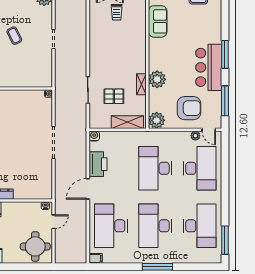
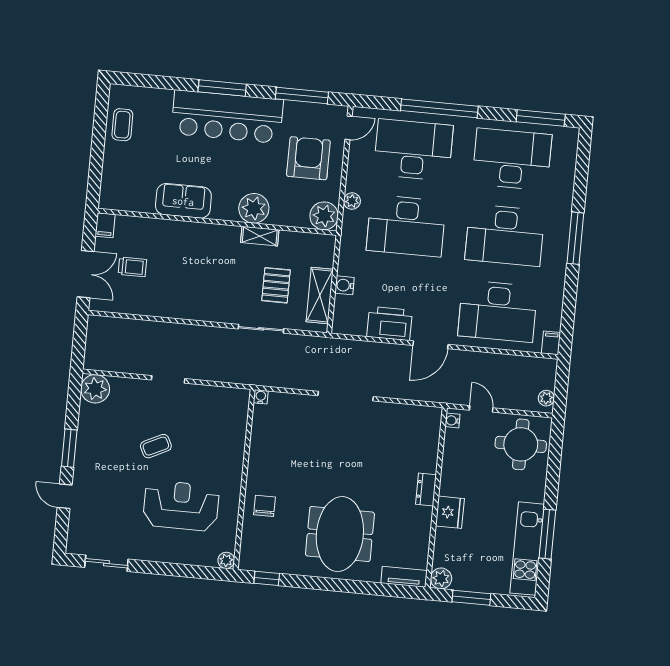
sofa: (158, 21) -> (183, 201), moved
bar counter: (209, 67) -> (227, 117), width x1.36
shelving: (127, 122) -> (320, 295), moved
water cooler: (94, 136) -> (345, 285), moved
plant: (195, 136) -> (352, 201), moved
window: (225, 181) -> (439, 108), added
door: (88, 189) -> (431, 345), hinge flipped
plant: (63, 259) -> (546, 398), added

